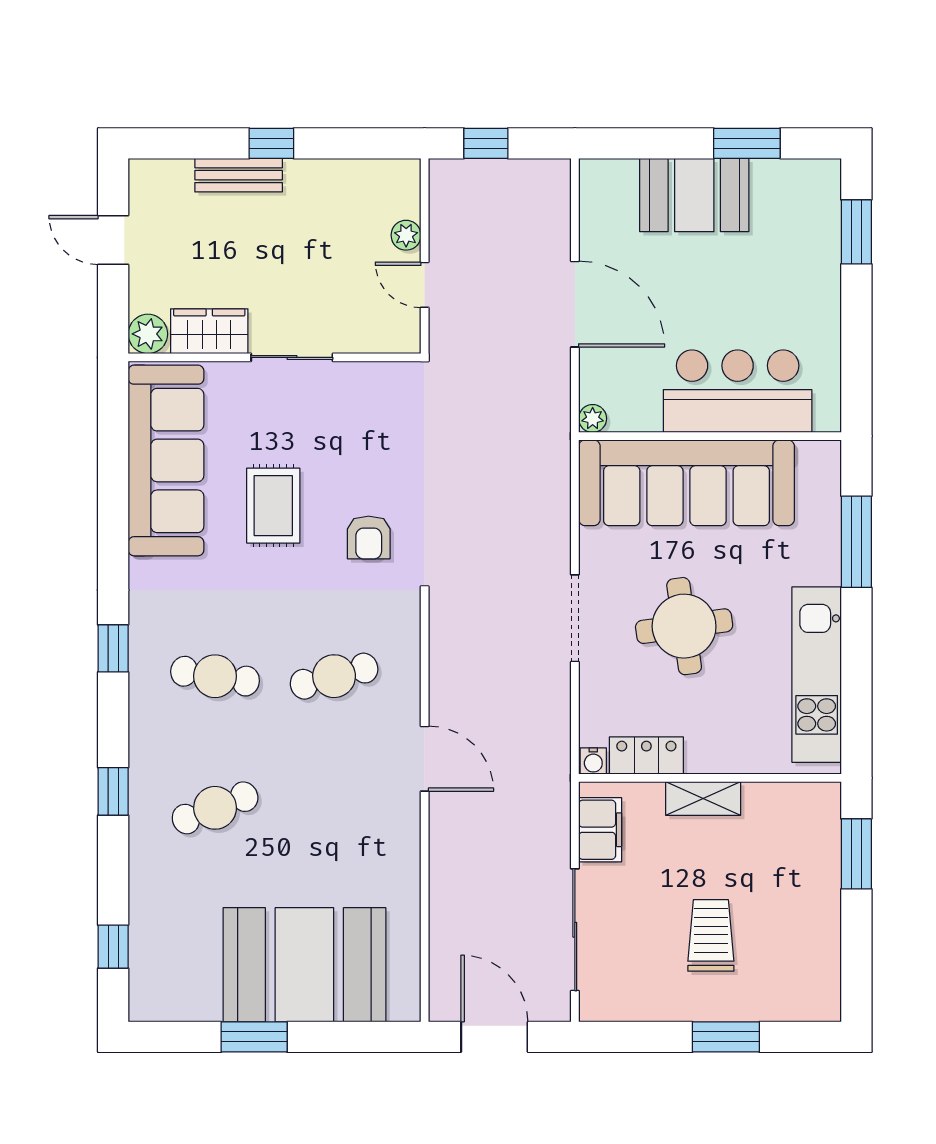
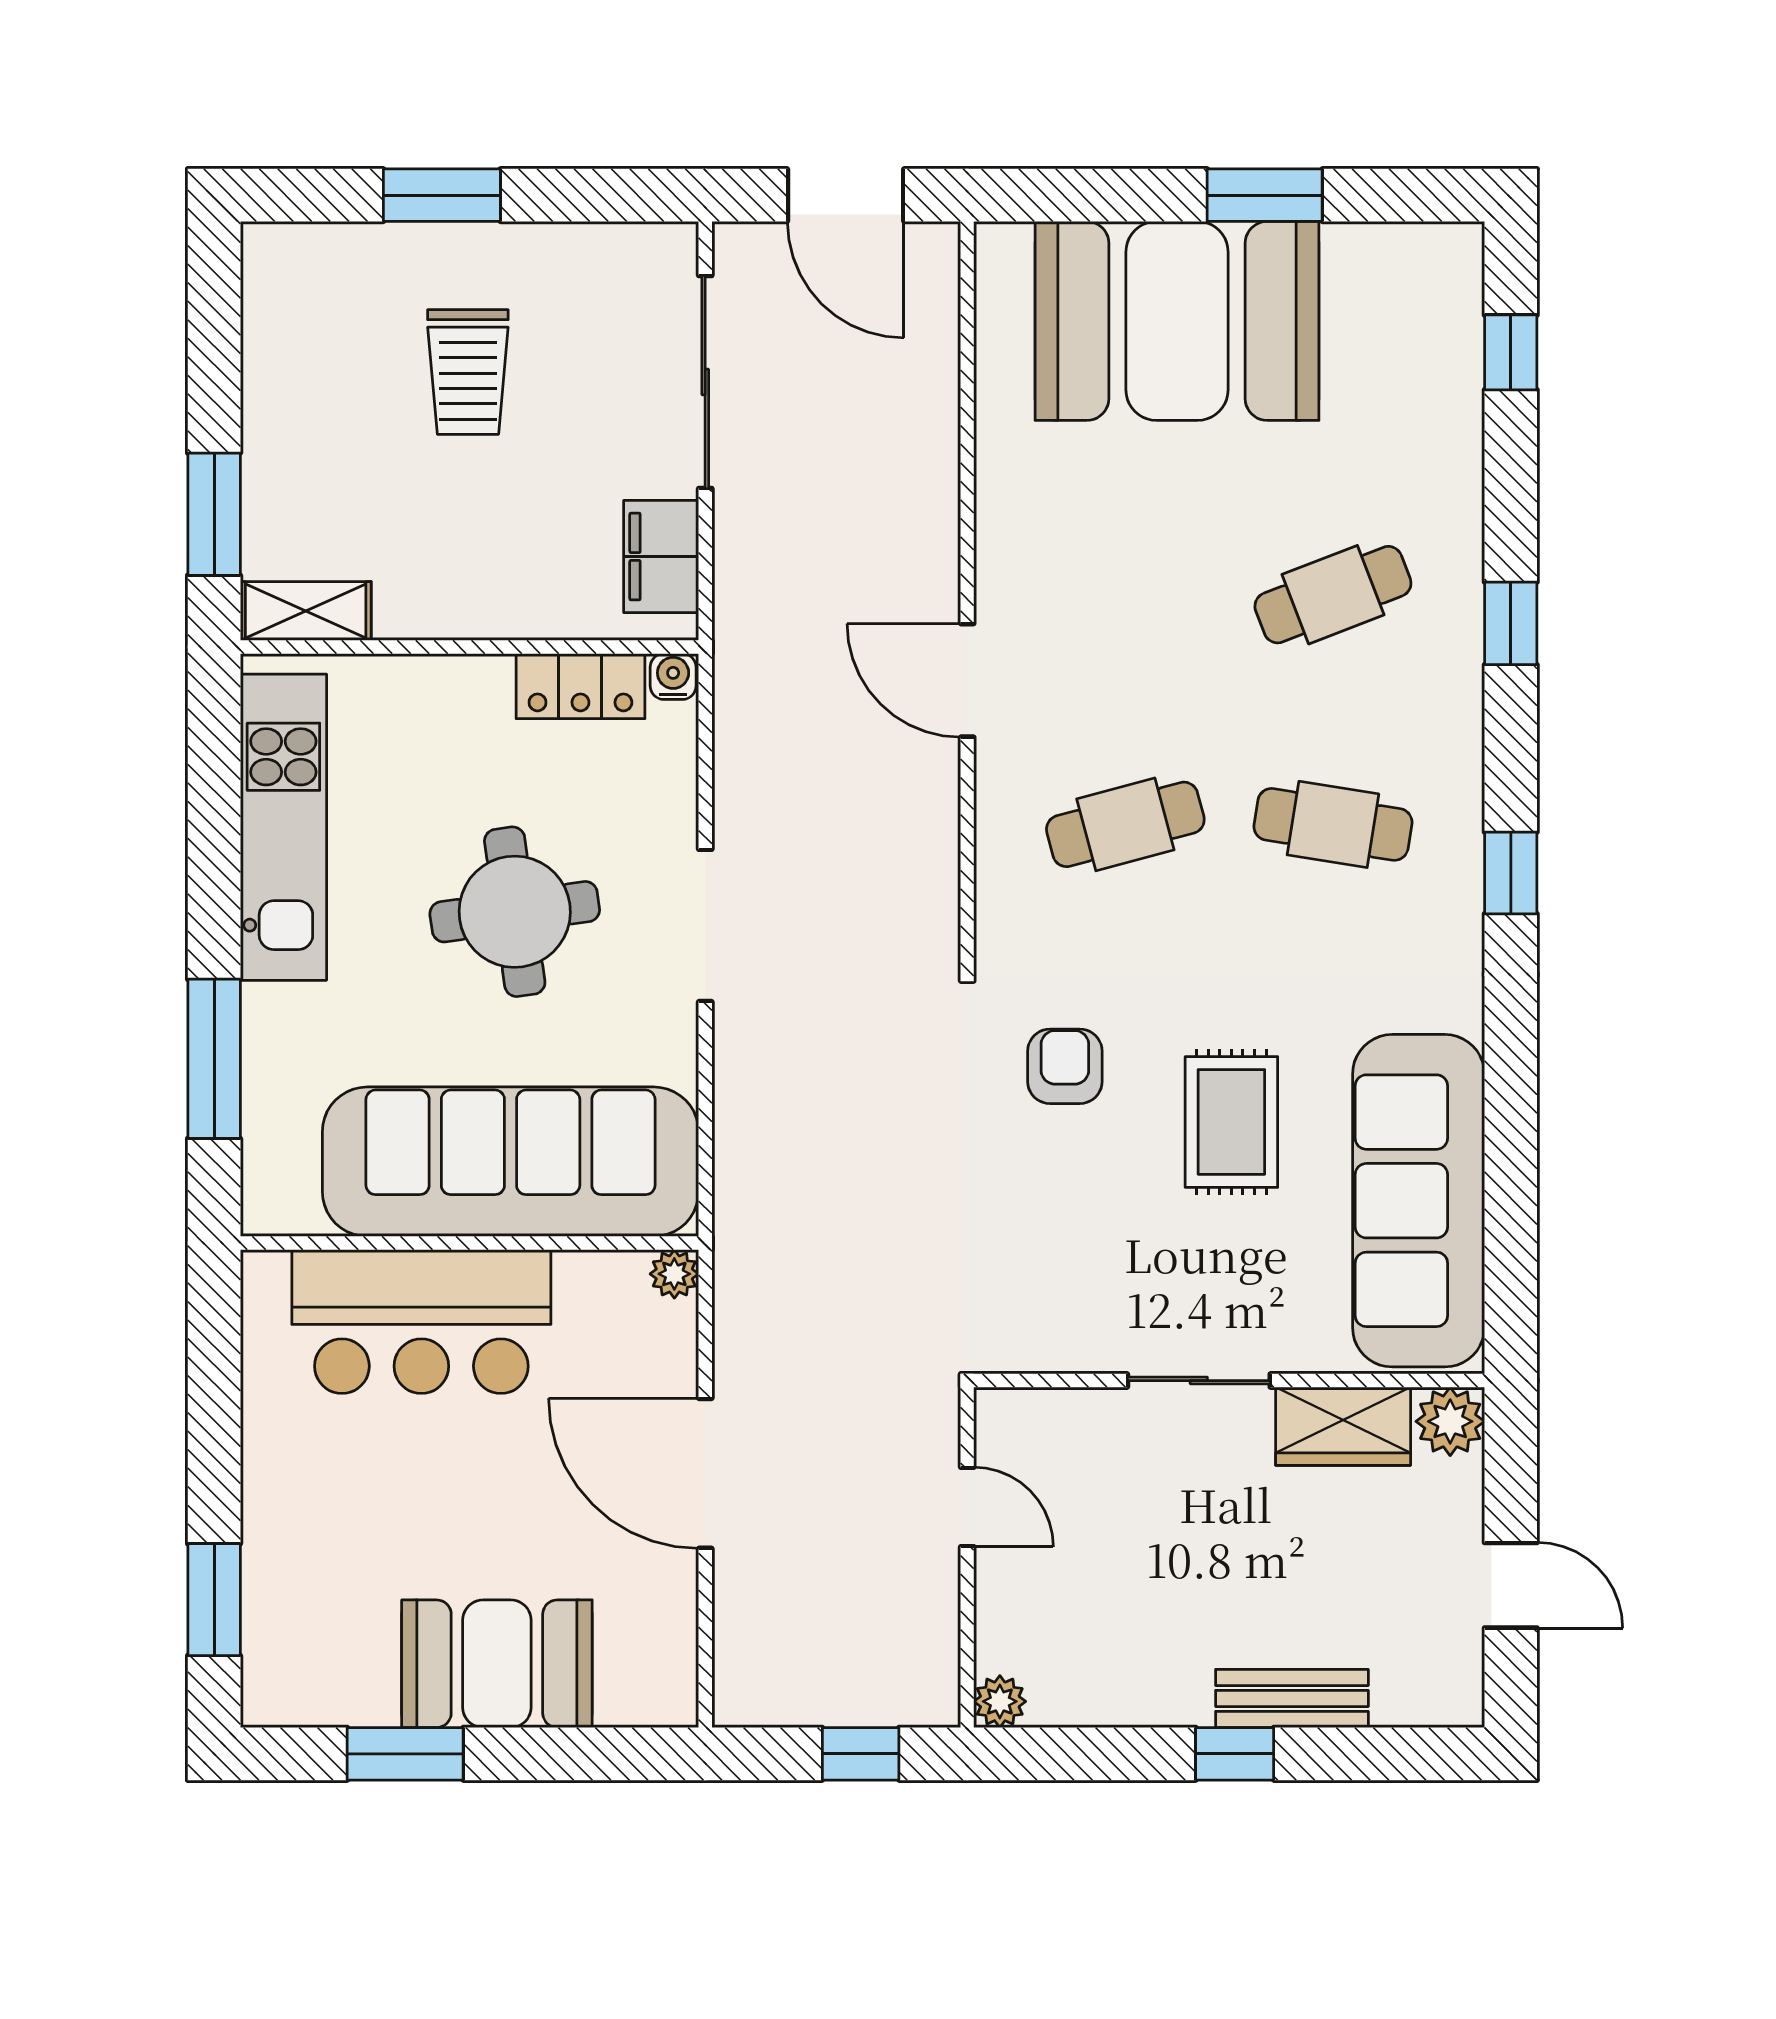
plant: (406, 235) -> (1000, 1701), moved
shelving: (703, 798) -> (306, 611), moved

